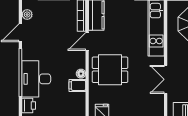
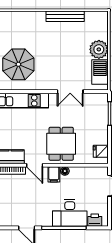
plant: (27, 15) -> (9, 221), removed
filing cabinet: (77, 85) -> (54, 174), moved

